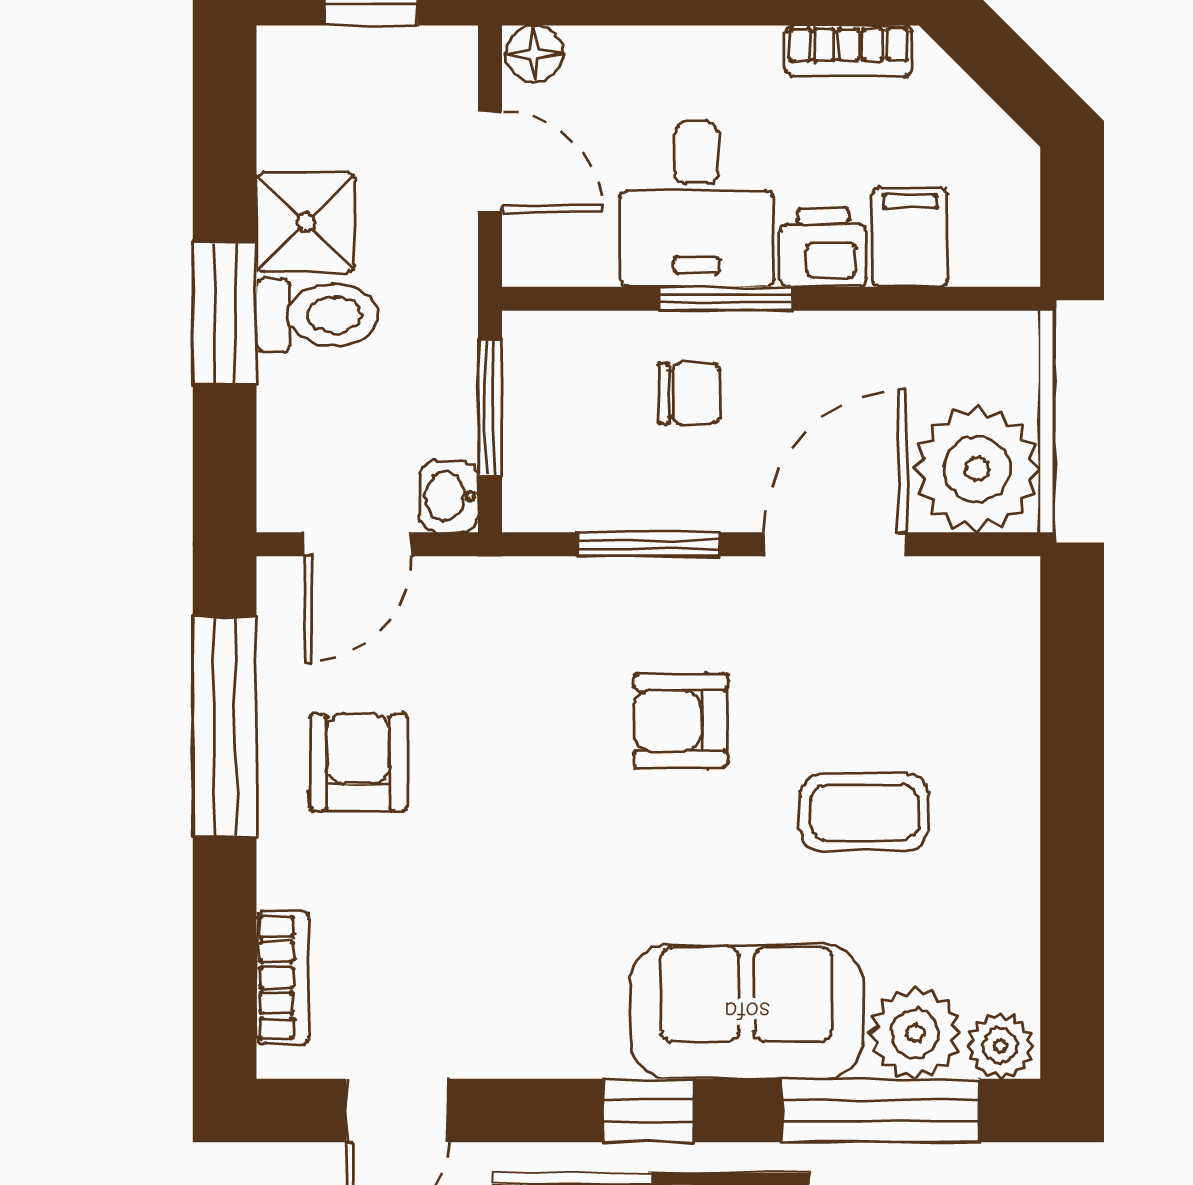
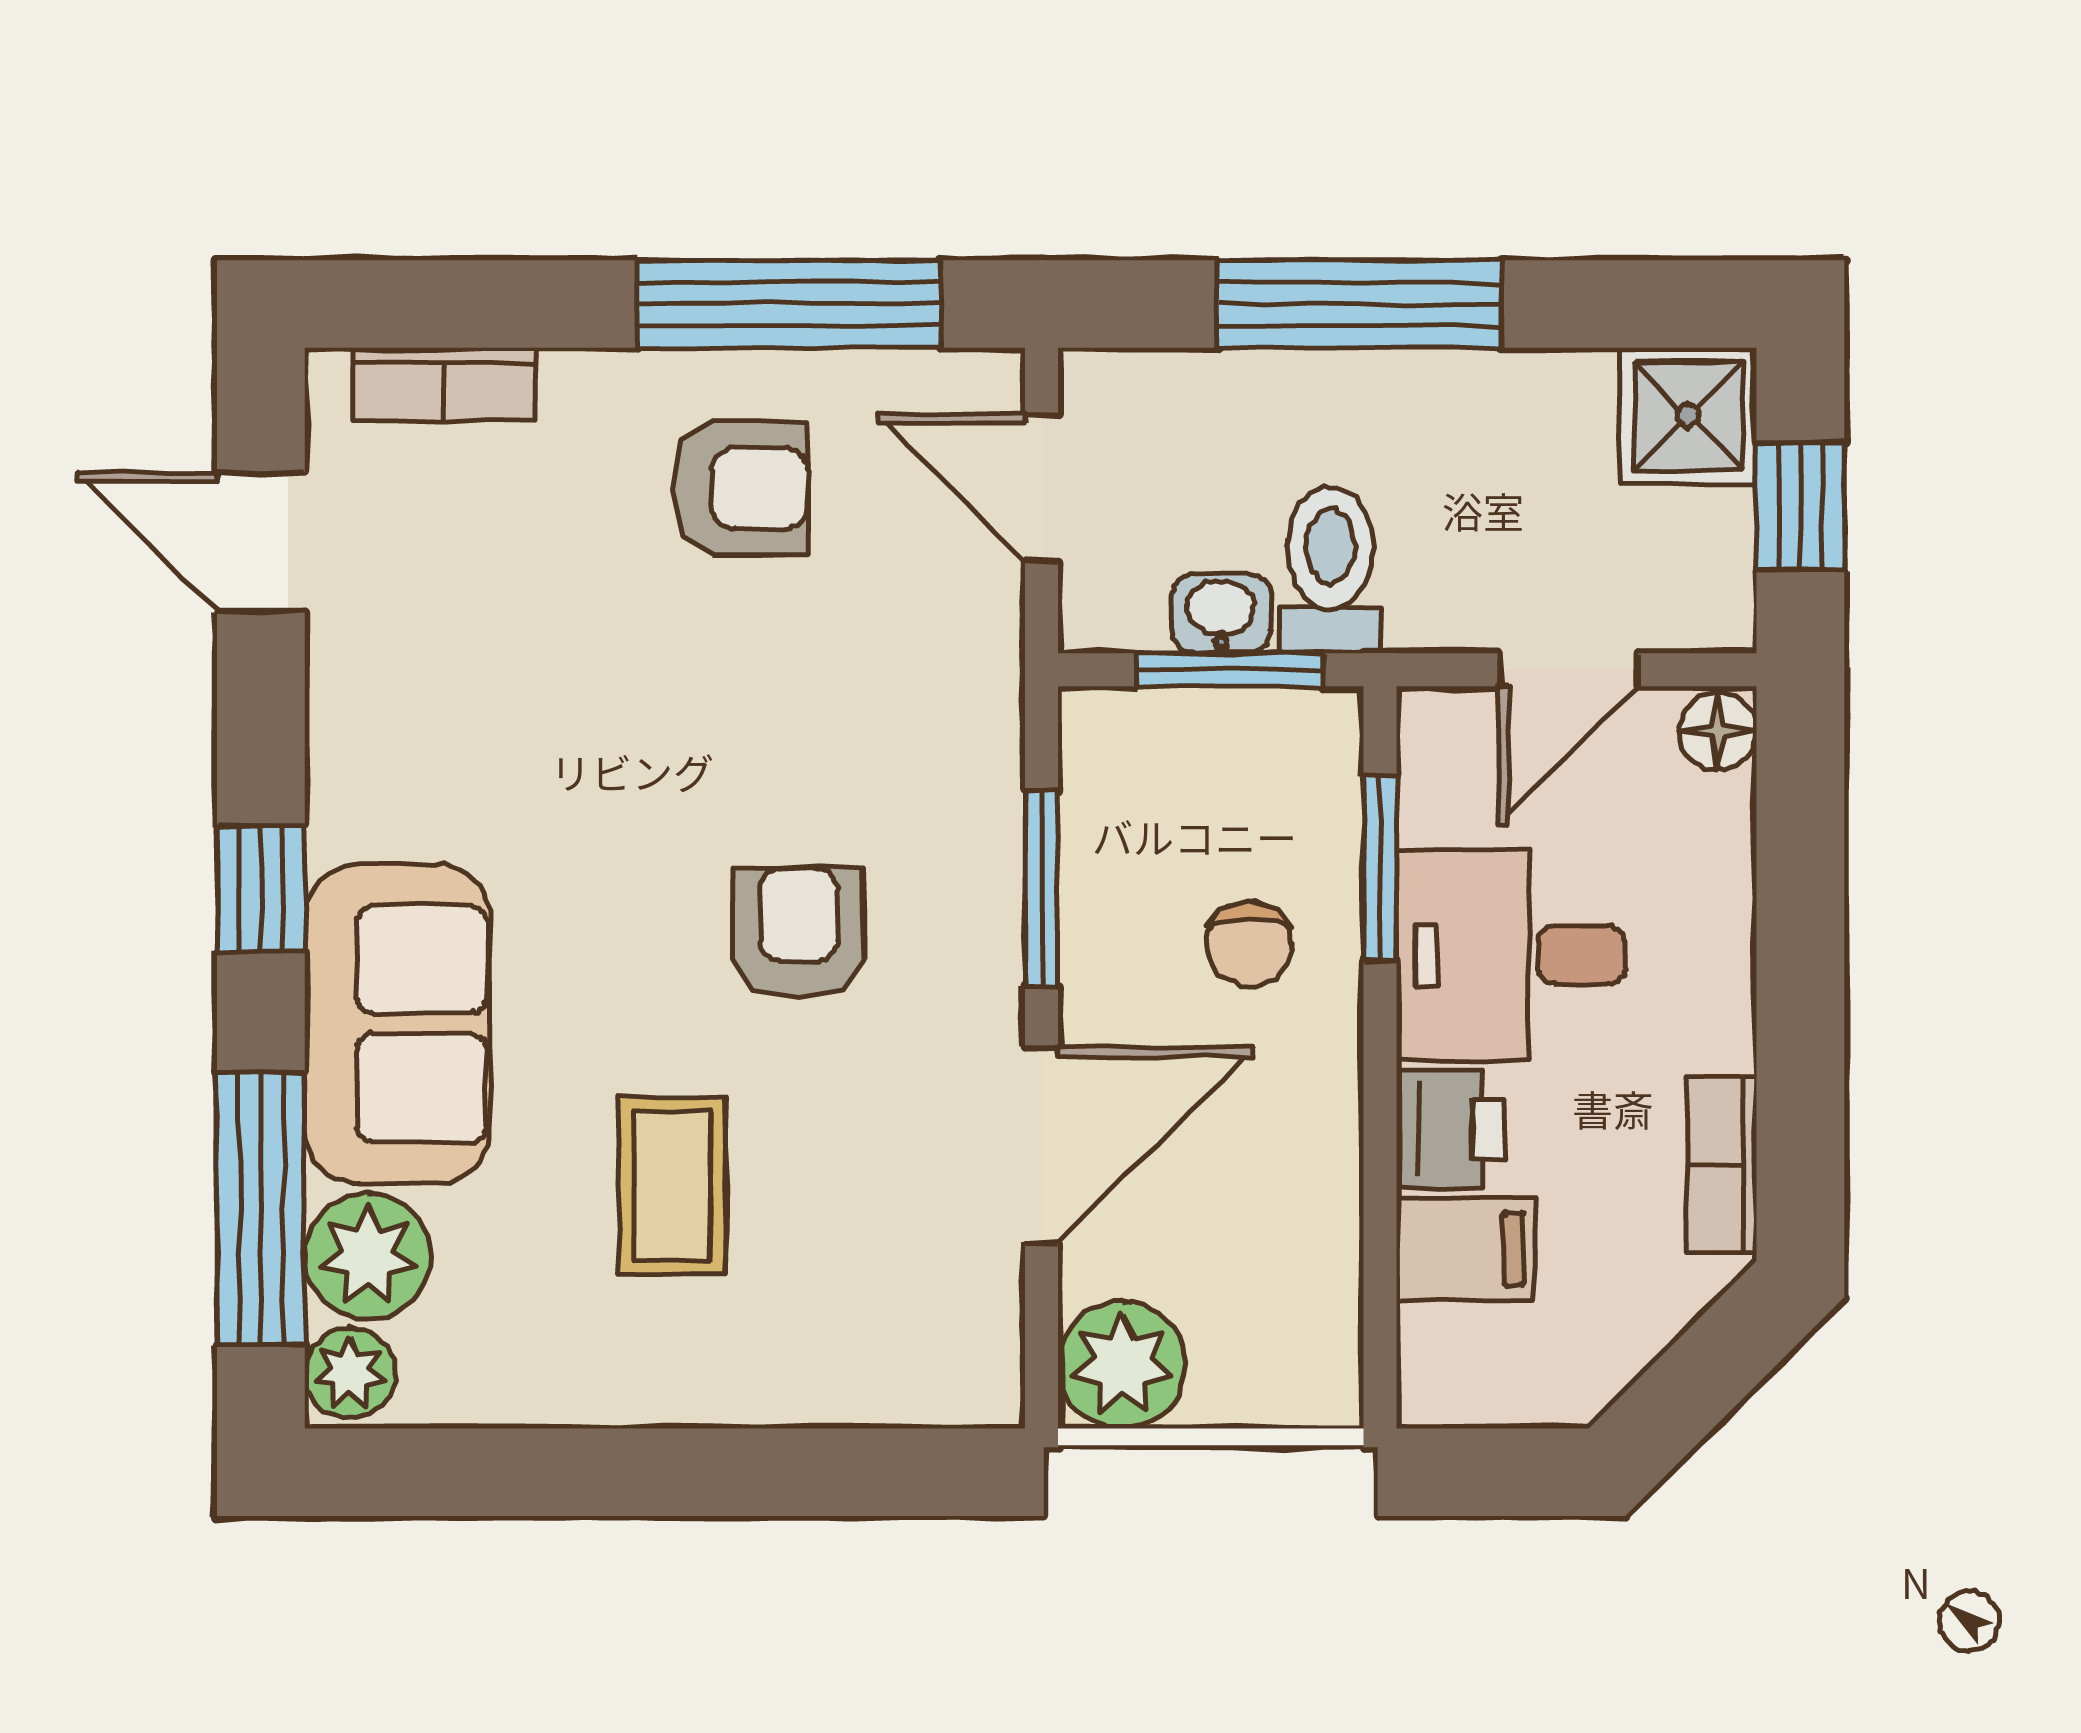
shower: (306, 222) -> (1689, 416), moved
window: (726, 299) -> (1380, 867), moved
window: (225, 314) -> (1360, 304), width x1.44
toilet: (317, 315) -> (1330, 570), moved, turned 180
plant: (977, 469) -> (1122, 1365), width x0.73, depth x0.73
washbasin: (449, 496) -> (1221, 613), moved
door: (835, 544) -> (1042, 1145), hinge flipped

